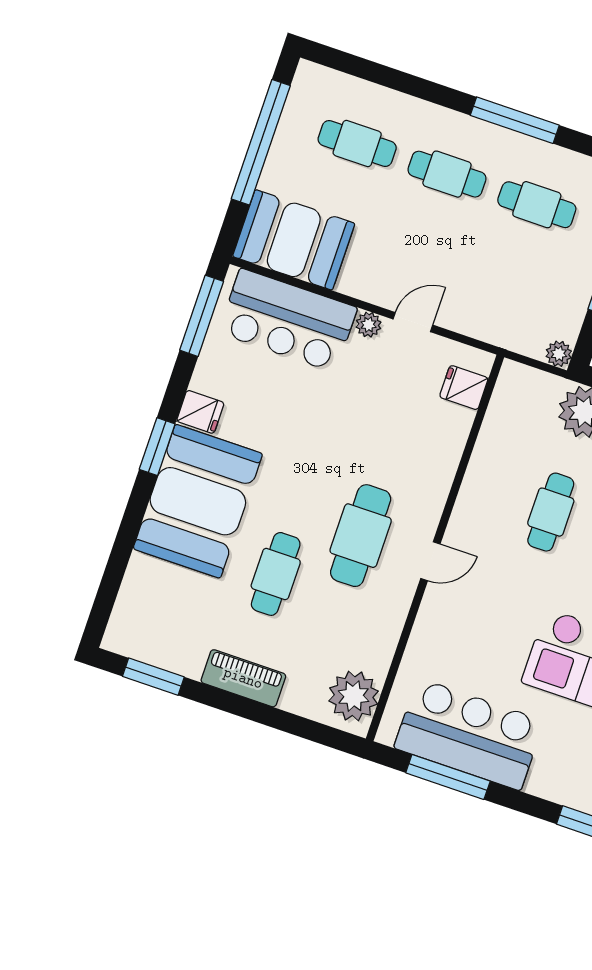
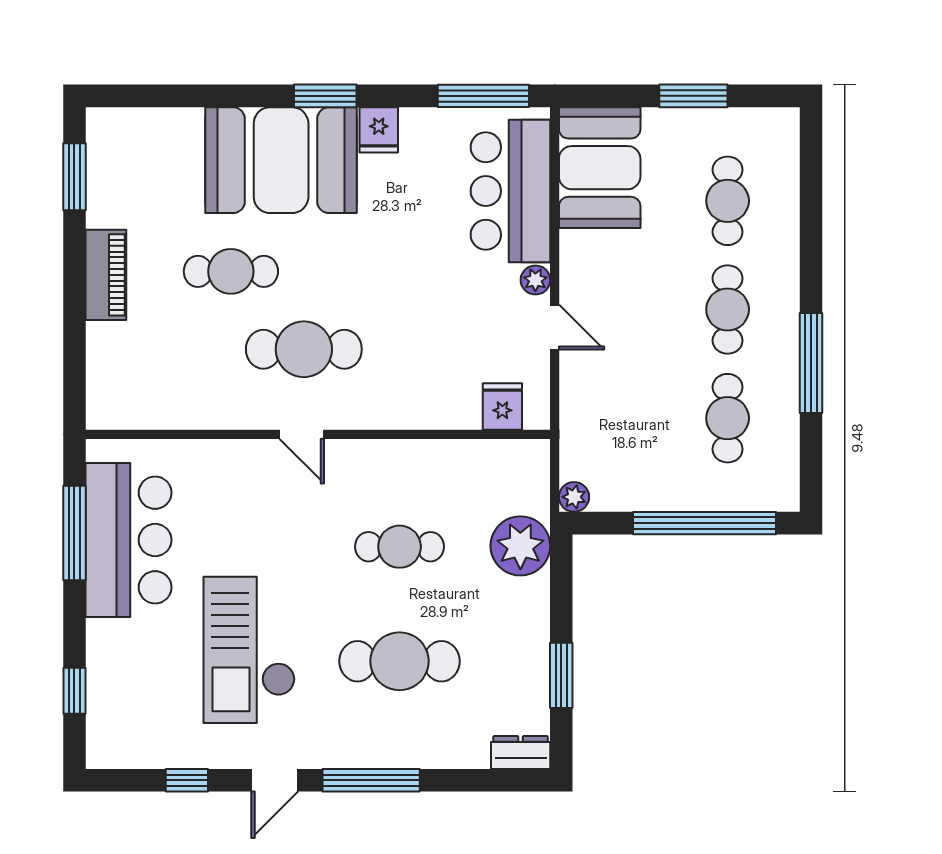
window: (261, 142) -> (693, 96), width x0.47
plant: (354, 696) -> (127, 401), removed

